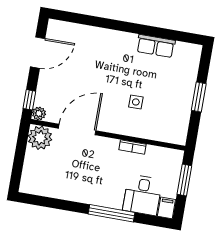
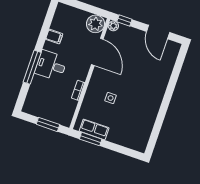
row of seats: (156, 46) -> (94, 129), moved, turned 90
window: (199, 97) -> (91, 139), moved
desk: (142, 195) -> (51, 65), moved
filing cabinet: (166, 208) -> (54, 37), moved

